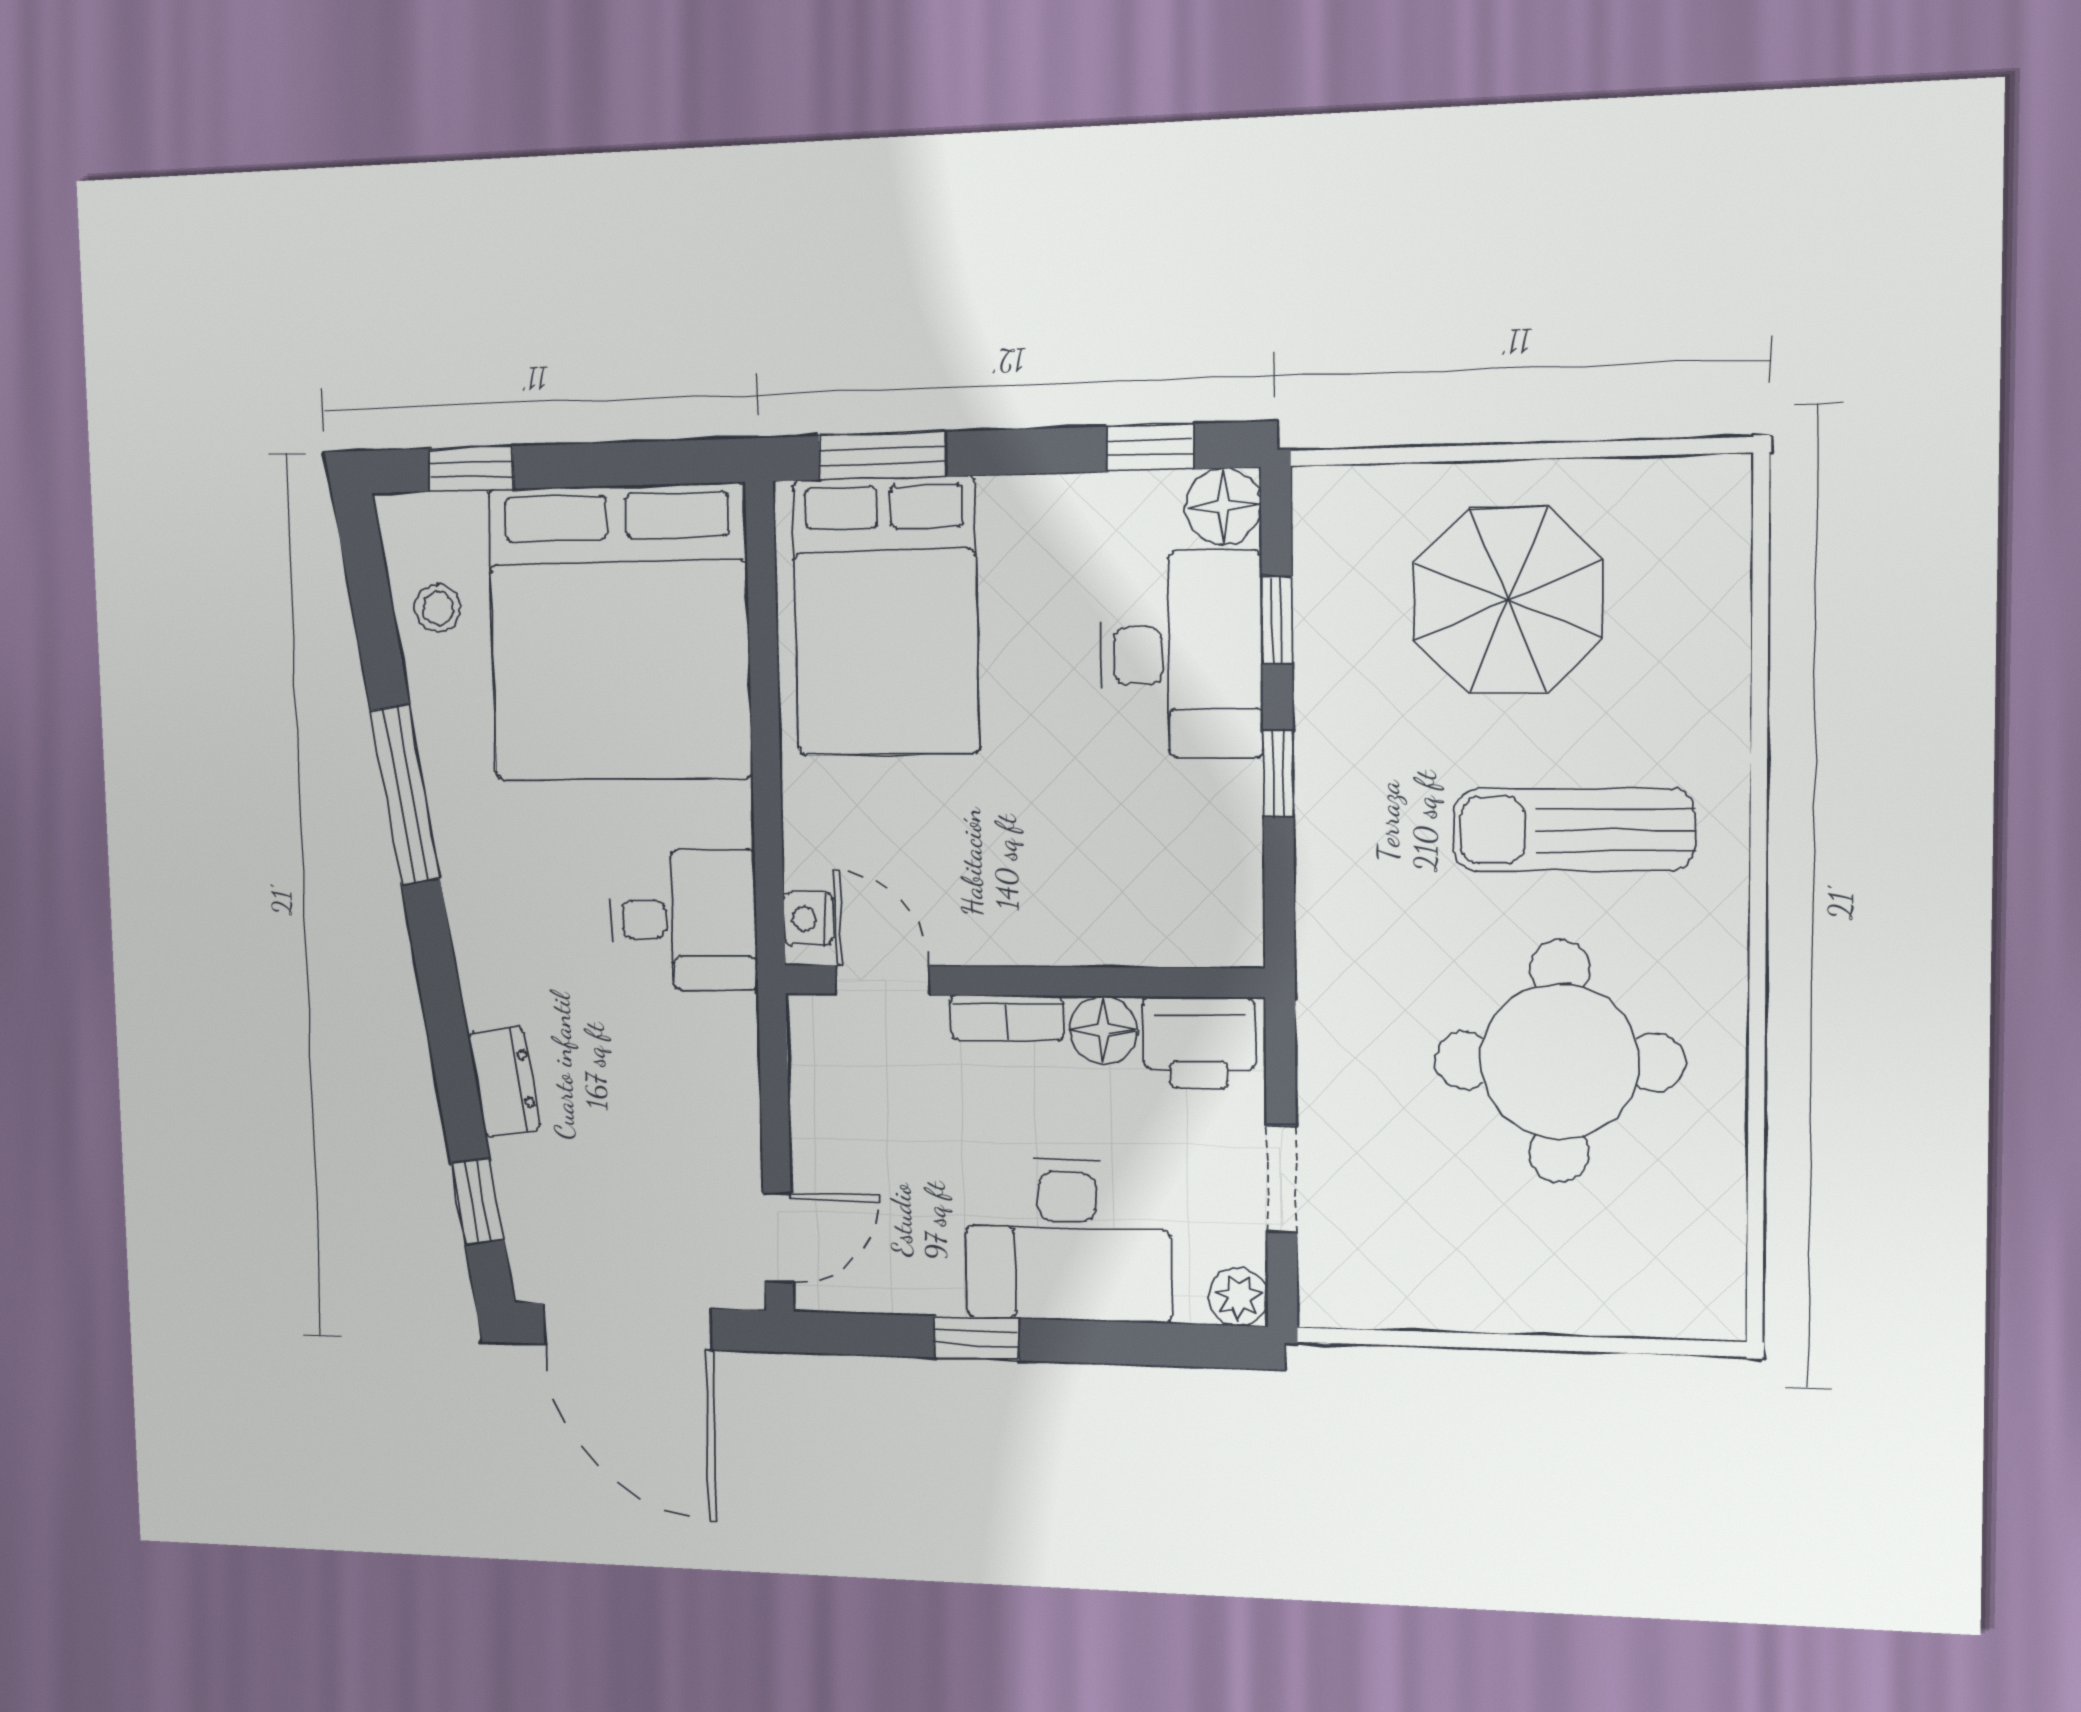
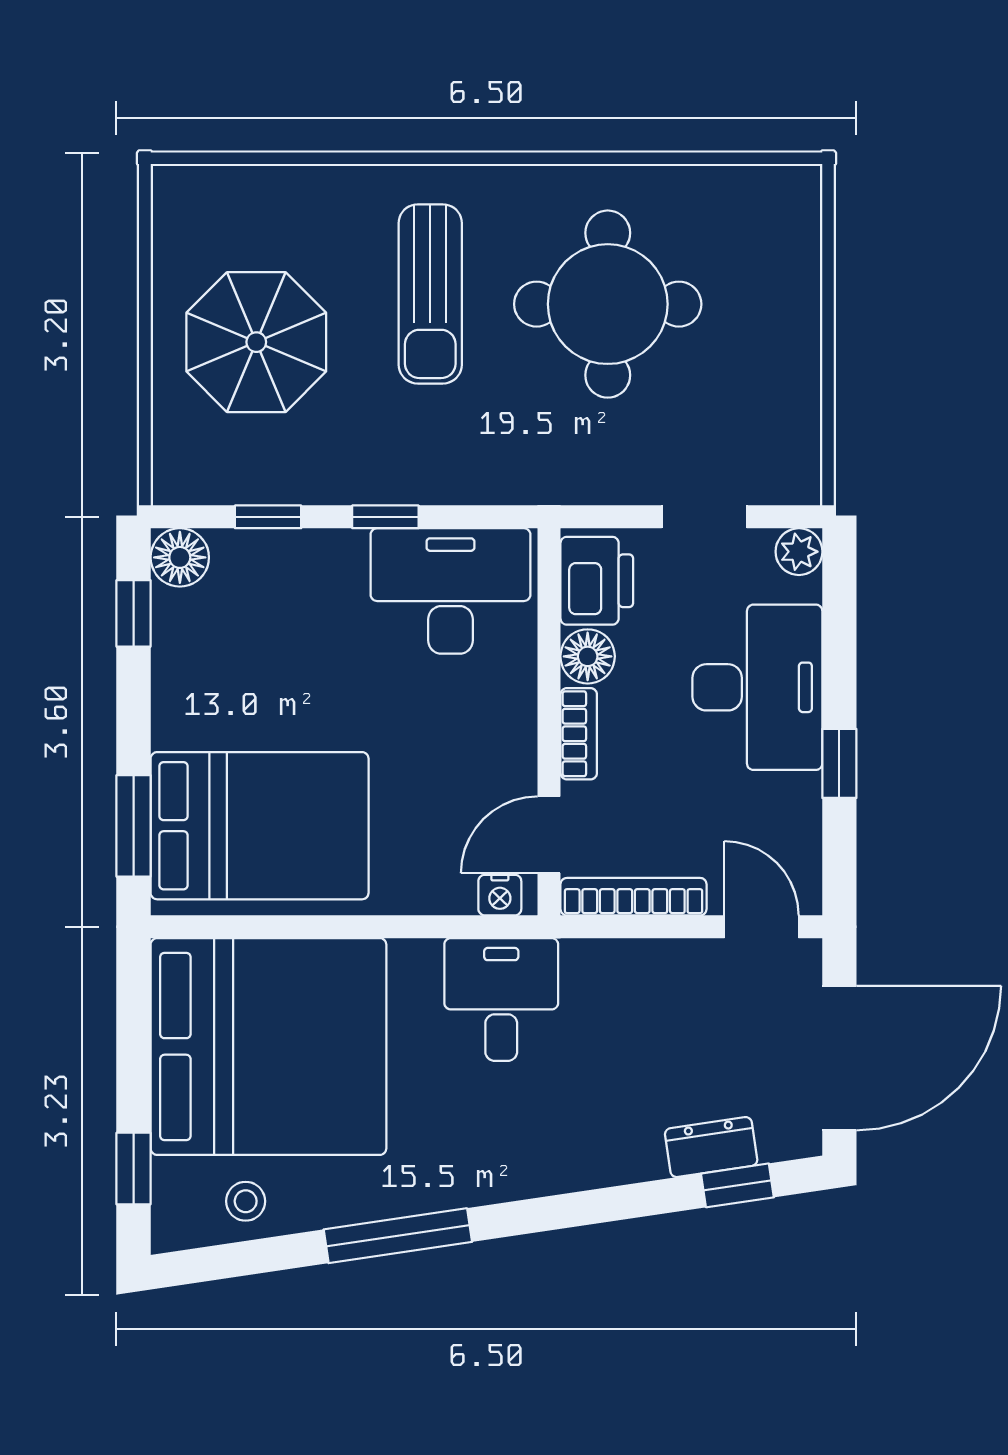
desk: (1181, 655) -> (450, 591), moved
dresser: (504, 1082) -> (711, 1147), moved
bookcase: (810, 1083) -> (634, 897), added

